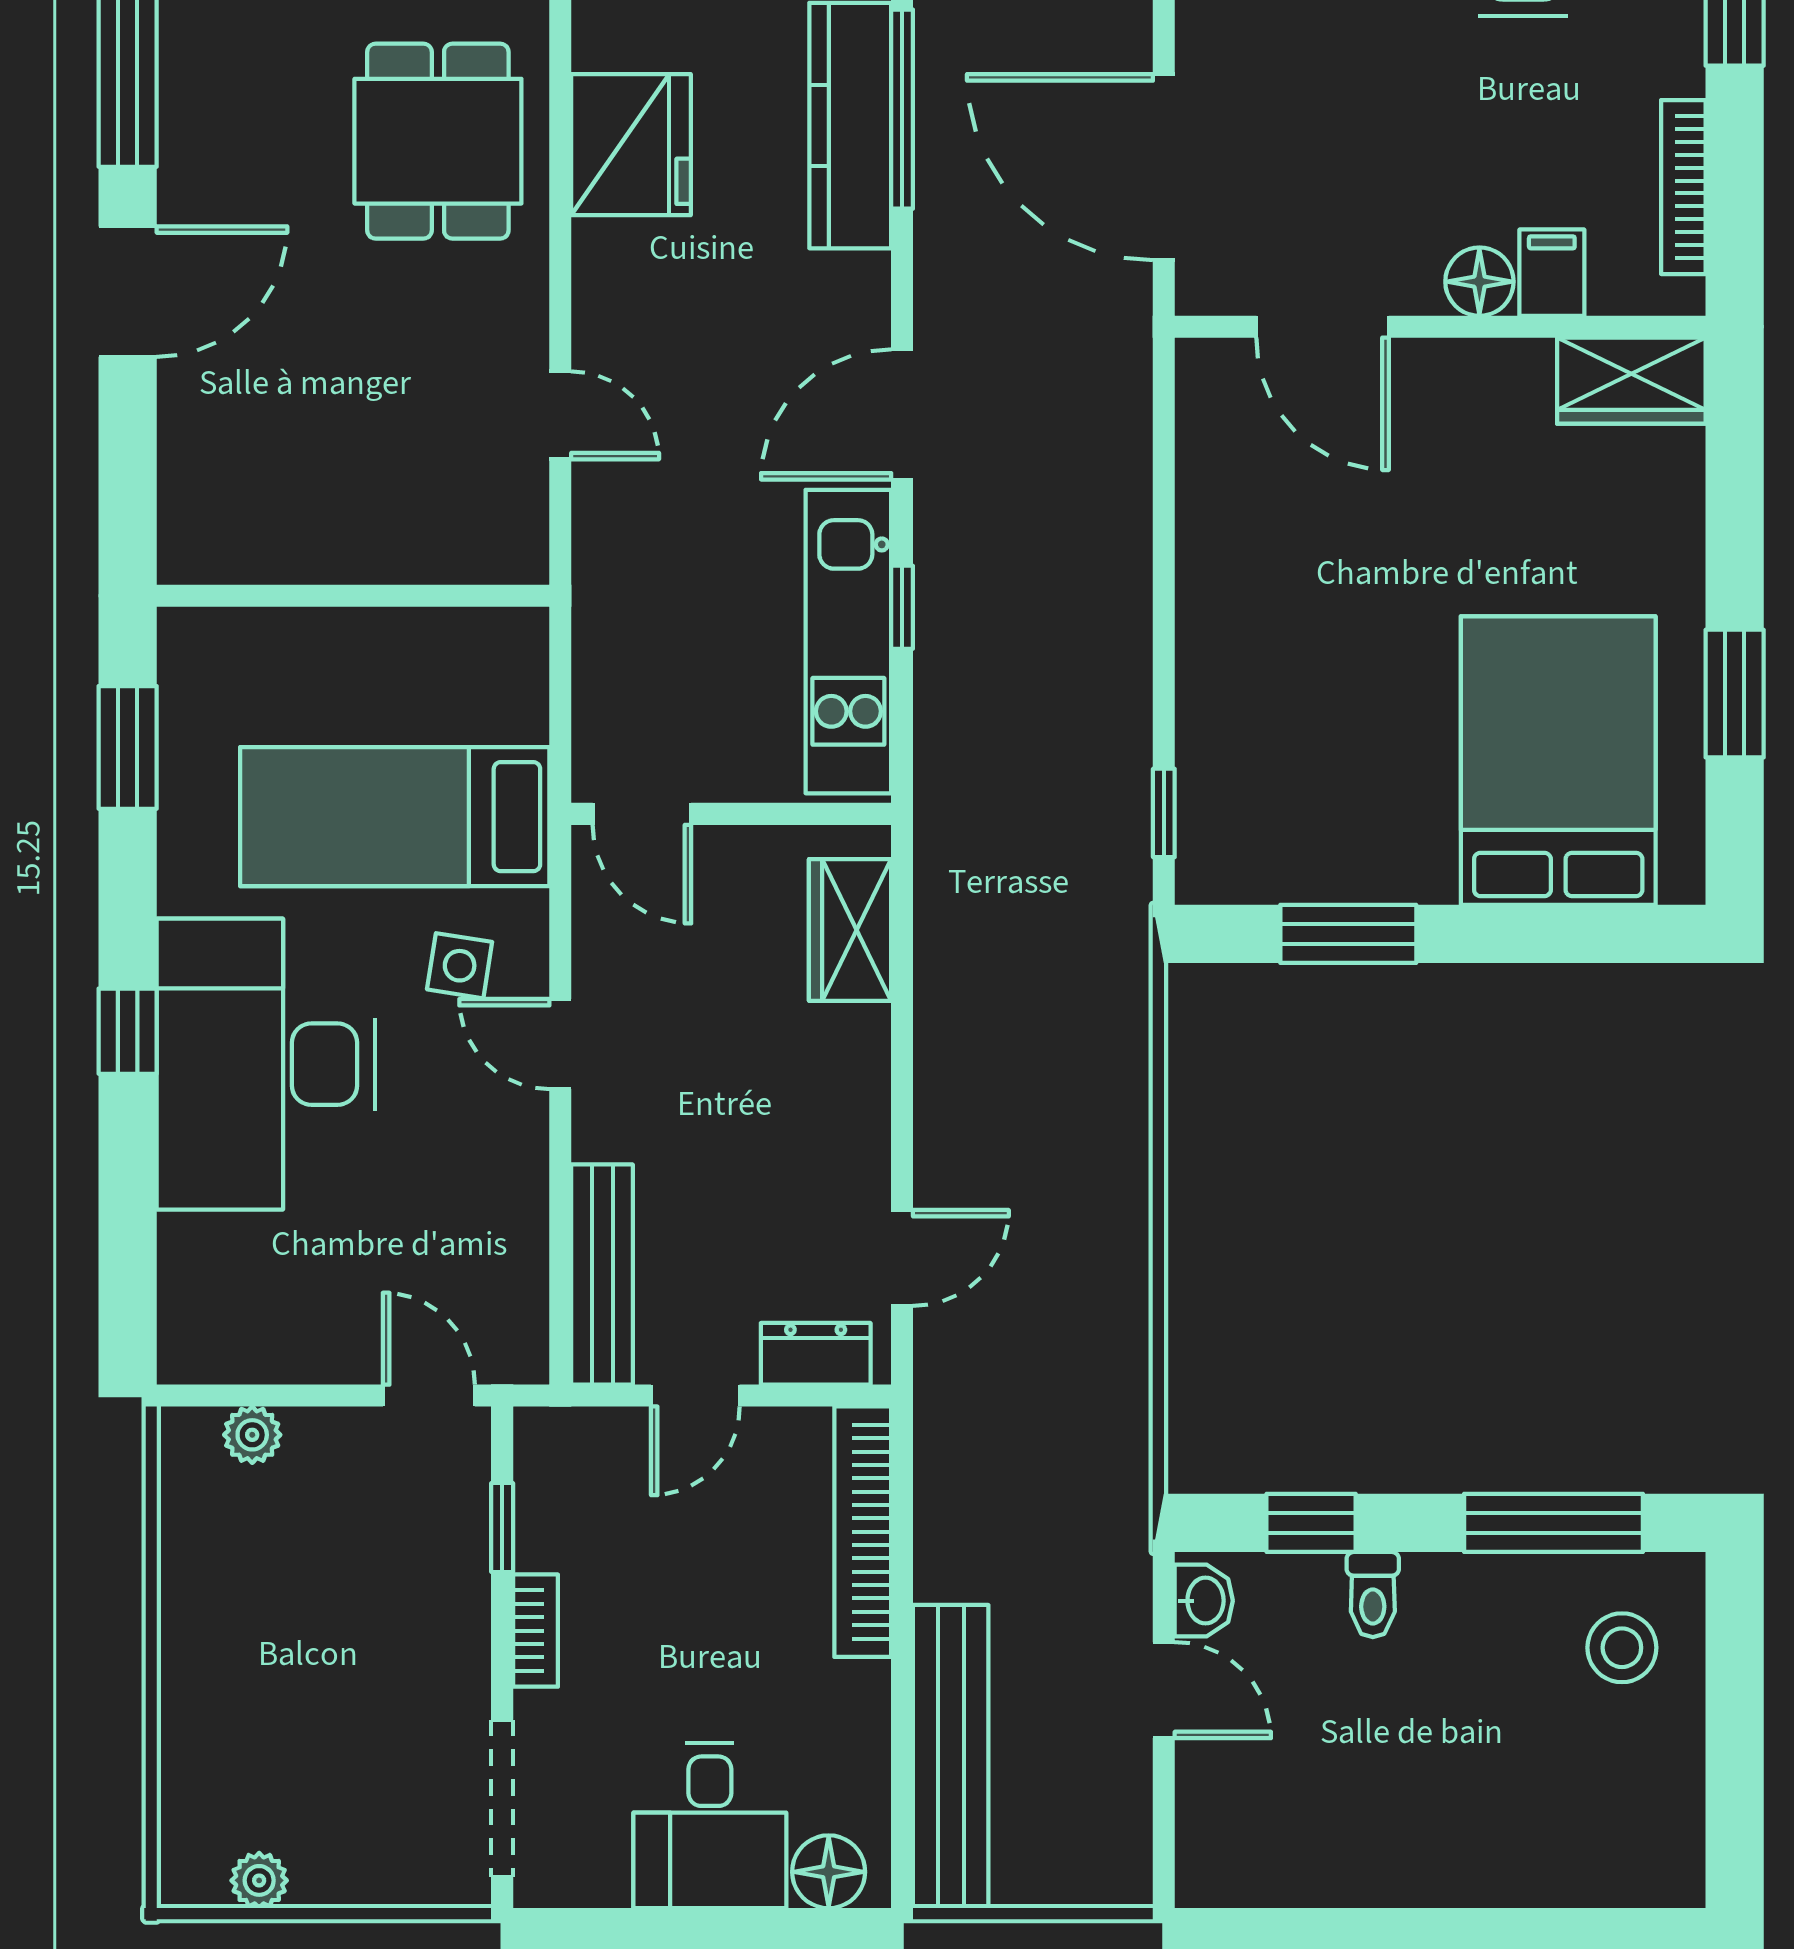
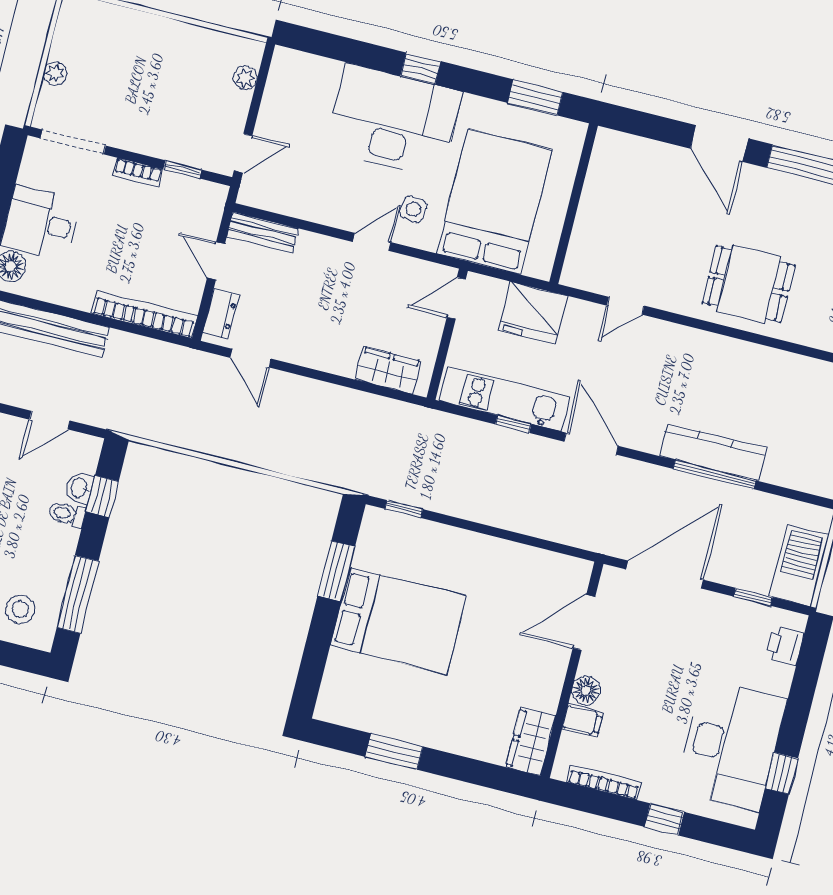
fridge: (631, 145) -> (533, 313), moved
bed: (1558, 761) -> (398, 621), moved
bed: (395, 817) -> (494, 202), width x1.50
bench: (602, 1275) -> (263, 232), width x0.73
washbasin: (1204, 1601) -> (79, 488), moved, turned 90
plant: (259, 1880) -> (55, 73), moved

